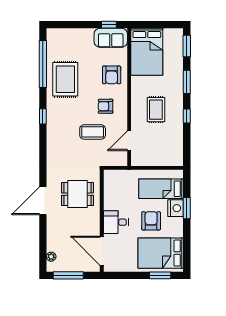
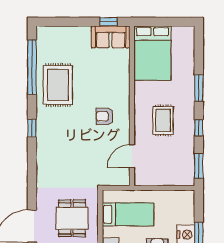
window: (187, 46) -> (199, 166), moved
armchair: (112, 75) -> (112, 80), removed
coffee table: (93, 132) -> (90, 146), removed
bed: (161, 189) -> (128, 214), moved, turned 180
dining table: (77, 194) -> (72, 218), turned 90

